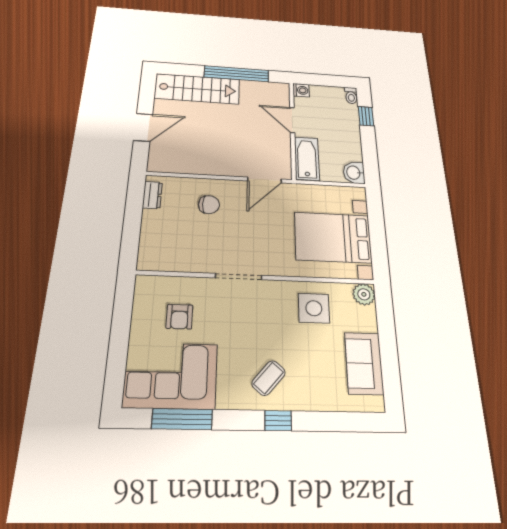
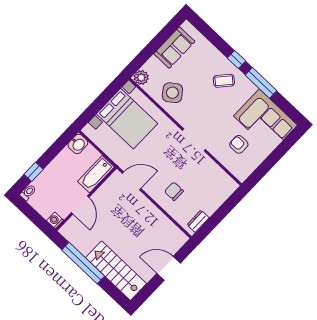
side table: (314, 308) -> (172, 93), turned -37
armchair: (179, 317) -> (239, 144), turned -90
window: (182, 419) -> (261, 83), moved

